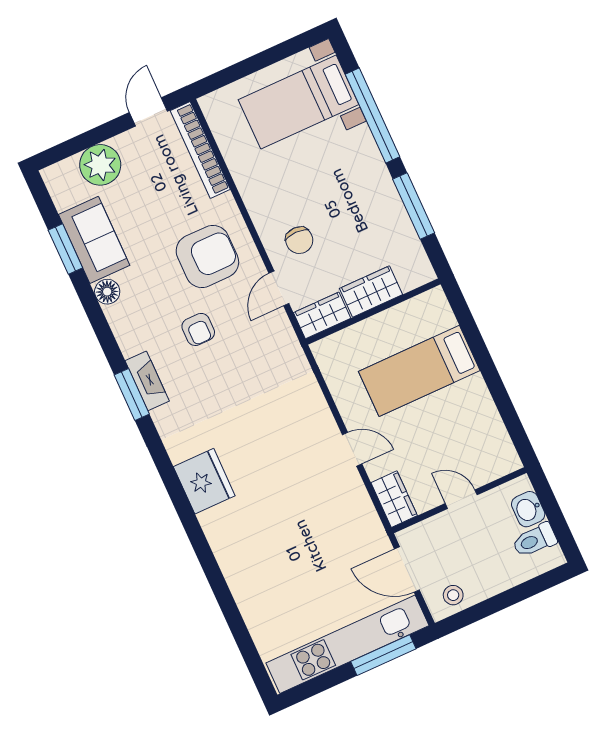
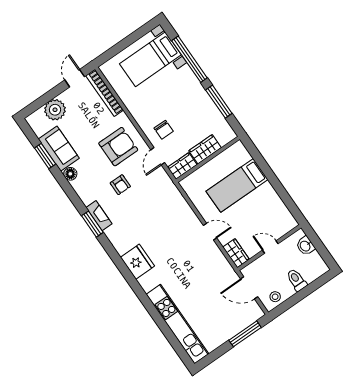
toilet: (535, 540) -> (297, 280), moved, turned 90
kitchen unit: (347, 644) -> (178, 324), moved, turned 90

